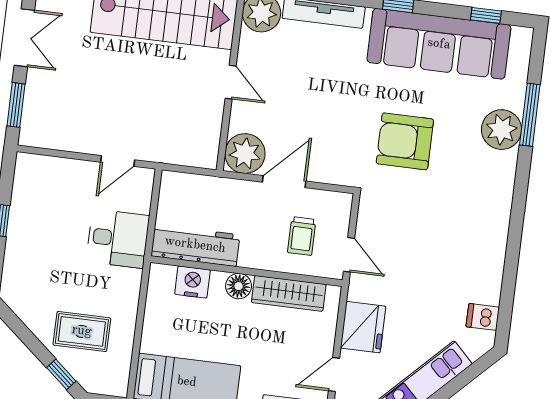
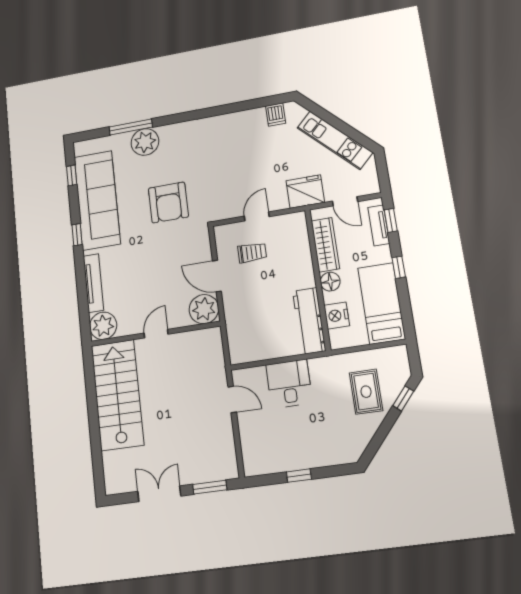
workbench: (195, 245) -> (309, 321), moved
wall: (246, 271) -> (318, 279), moved
nightstand: (192, 282) -> (337, 316), moved
floor lamp: (239, 286) -> (330, 282), moved
wardrobe: (289, 293) -> (325, 245), moved

